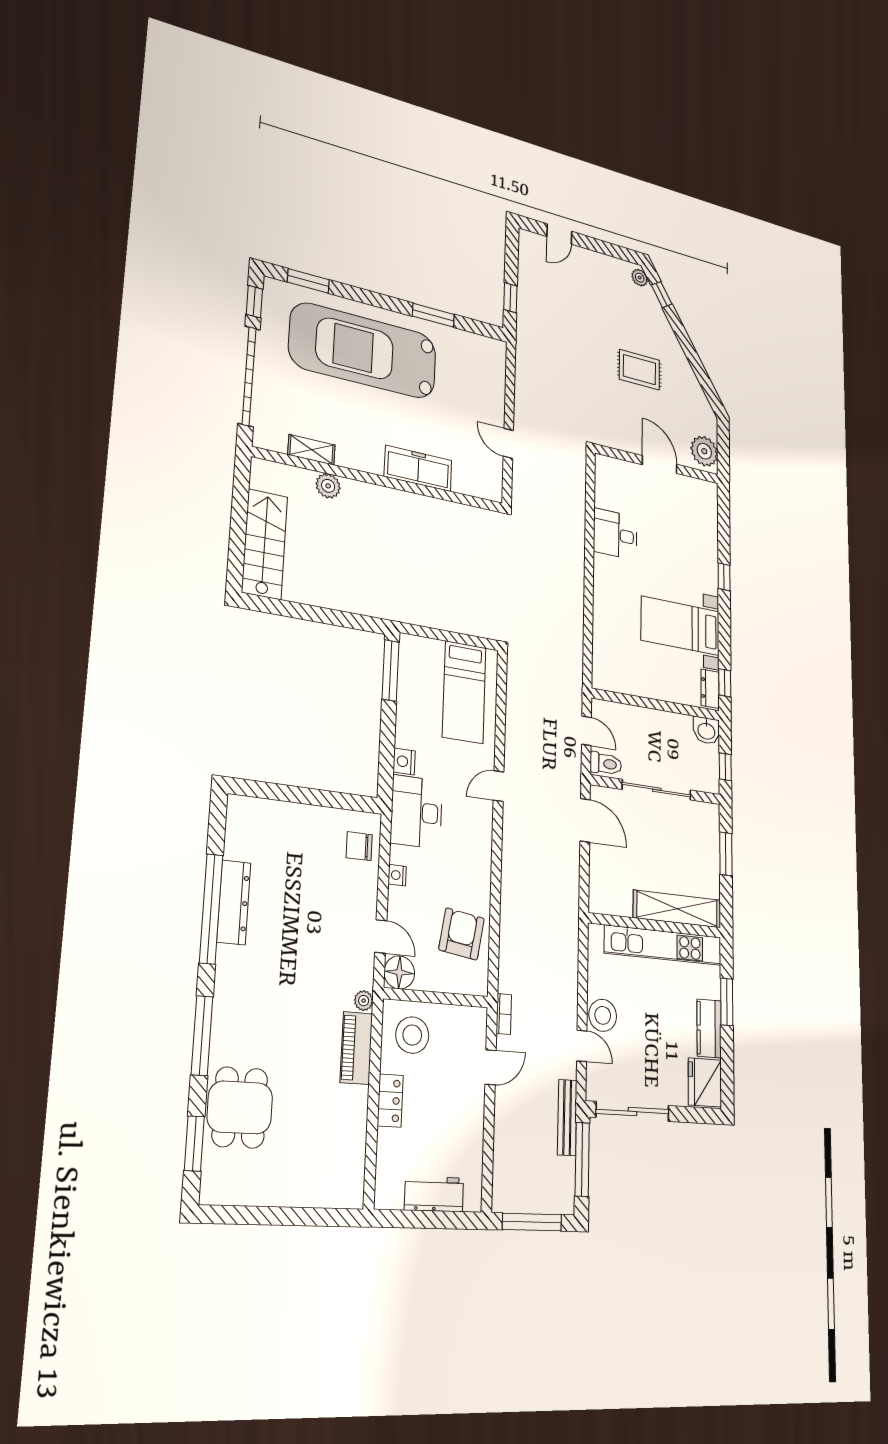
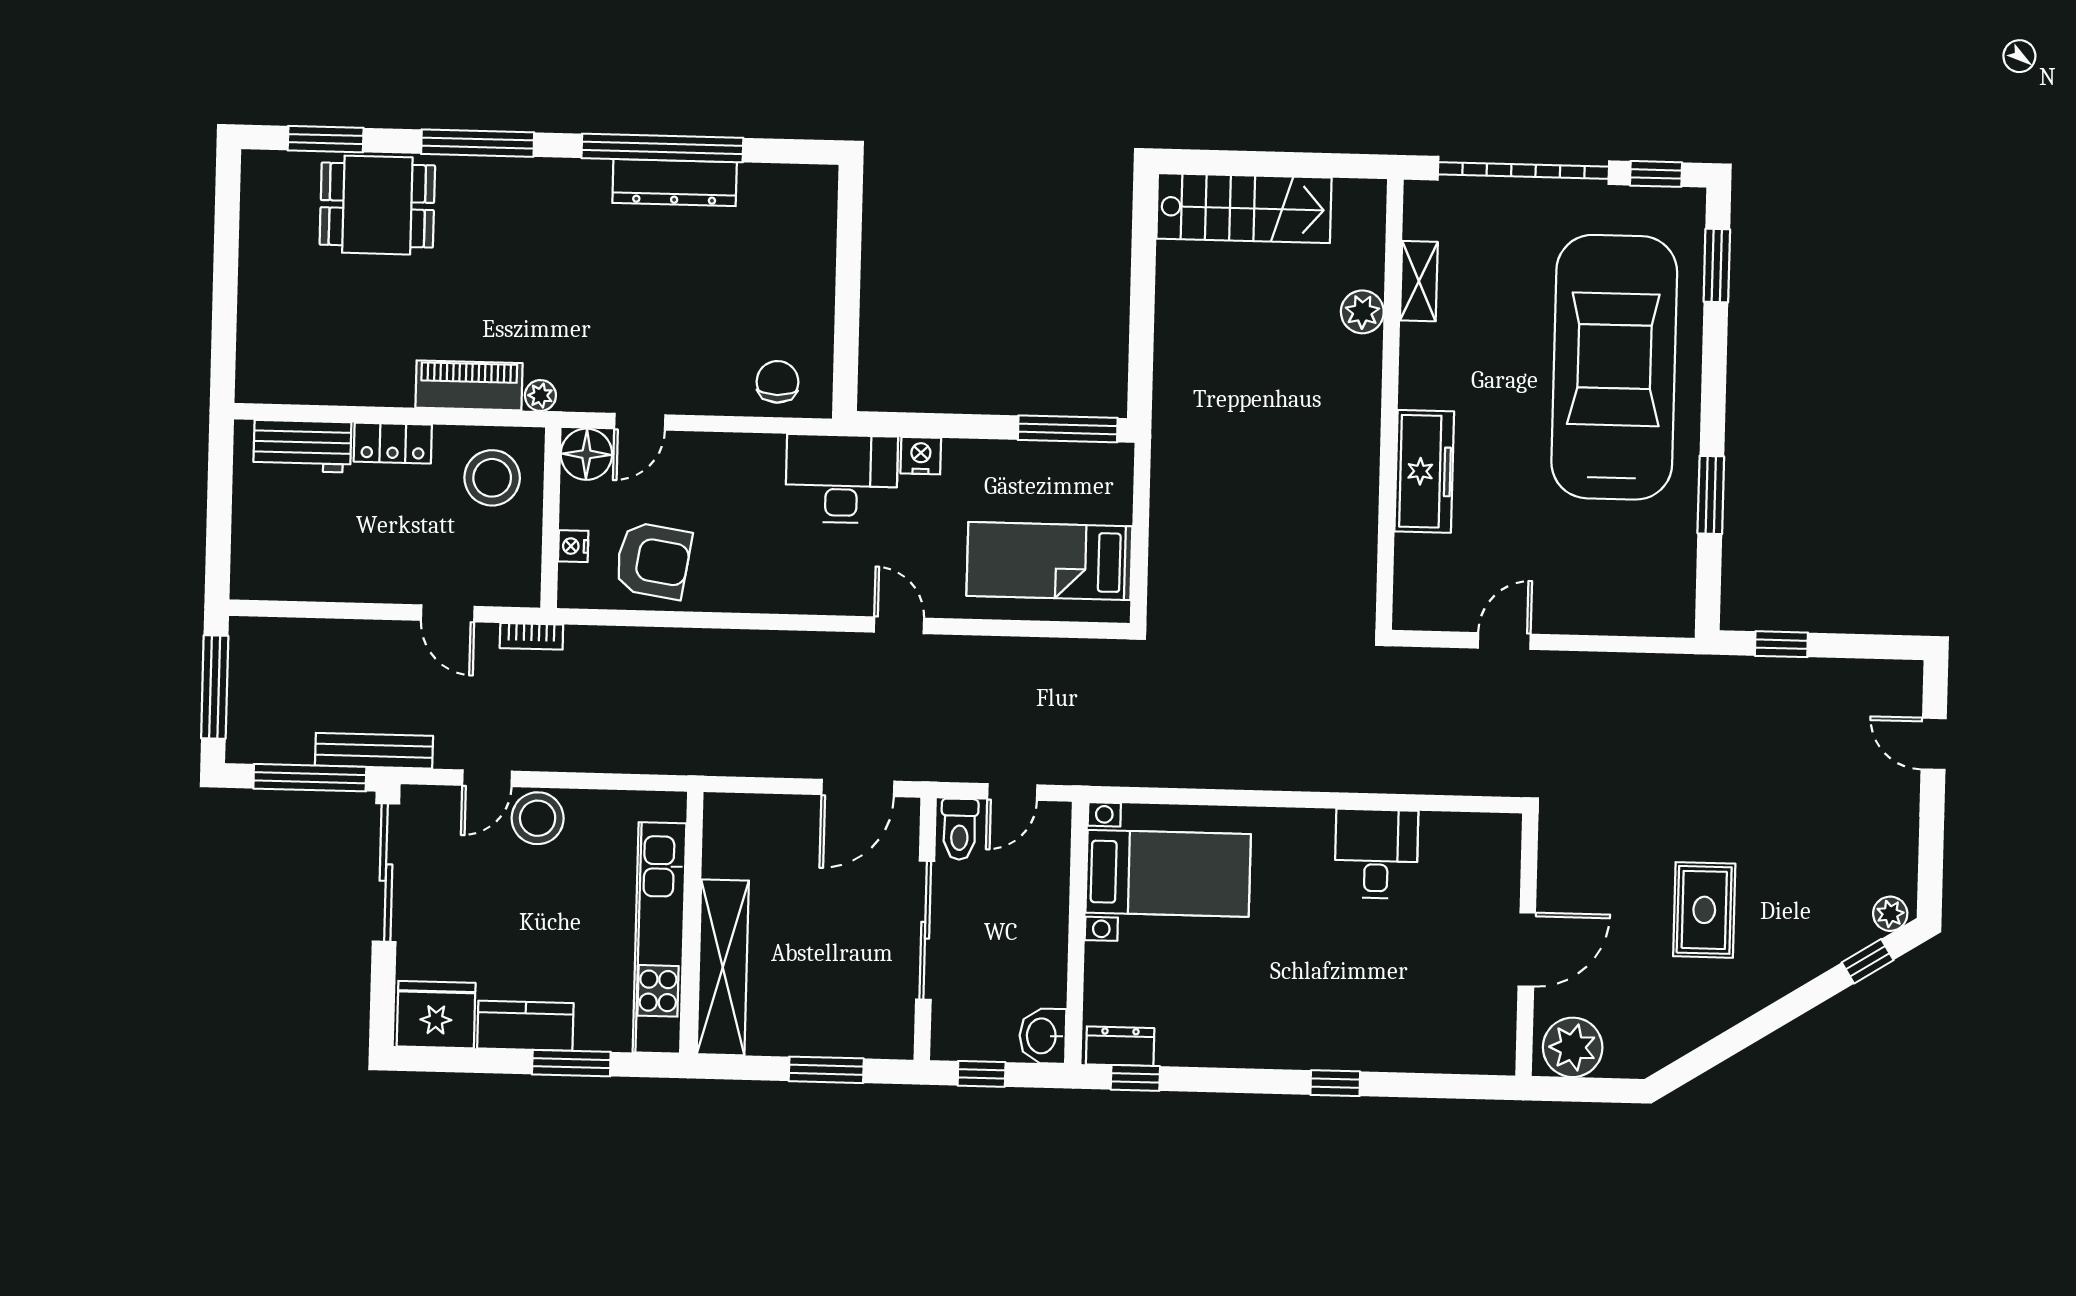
bed with nightstands: (680, 626) -> (1168, 873), moved, turned 90
nightstand: (397, 875) -> (573, 546), moved, turned -90
workbench: (434, 1194) -> (302, 446), moved, turned 90

